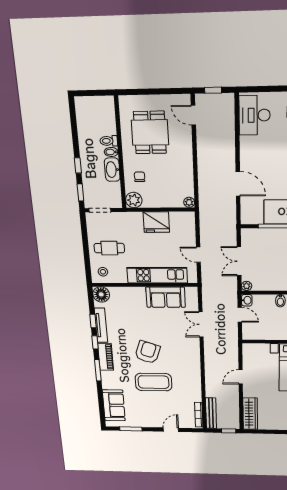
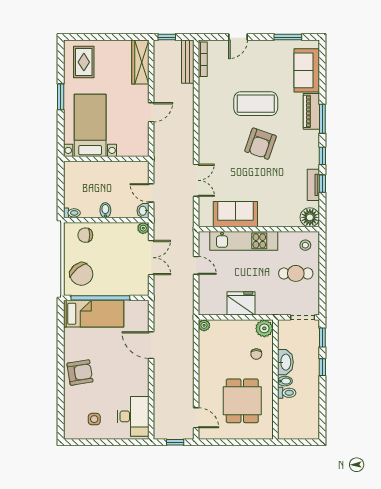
tv unit: (101, 325) -> (313, 185), width x0.71
piano: (106, 357) -> (311, 111), moved

